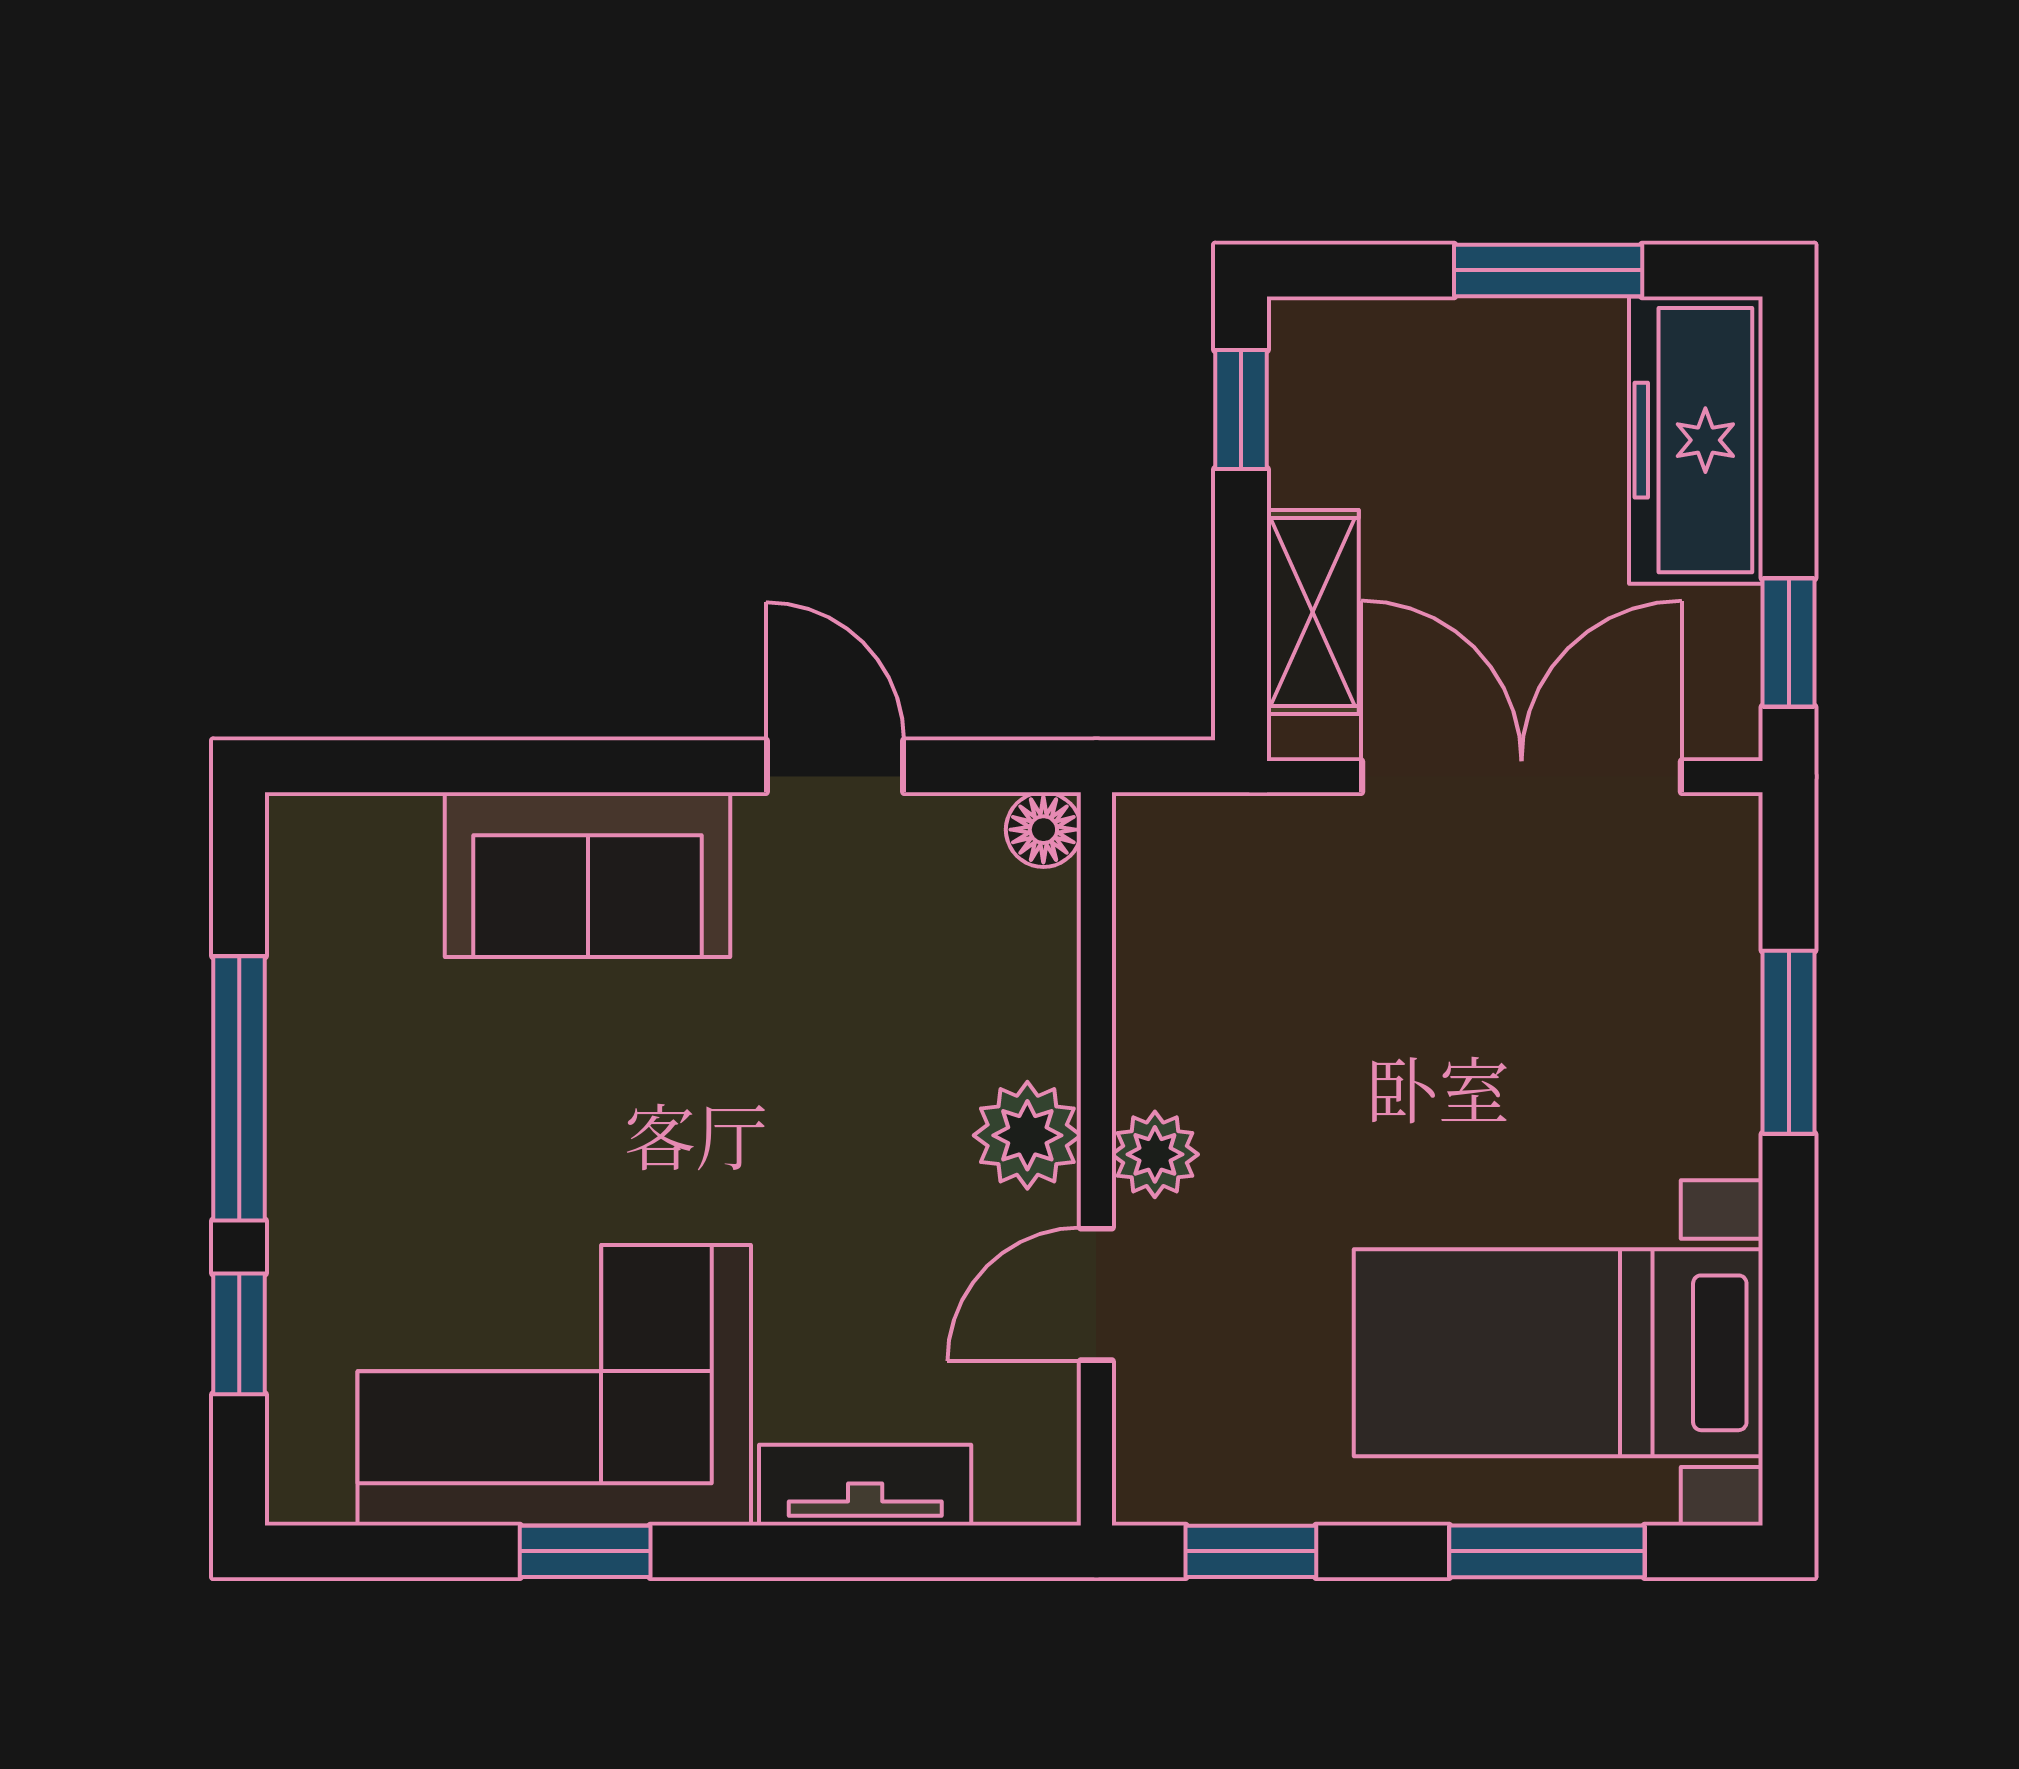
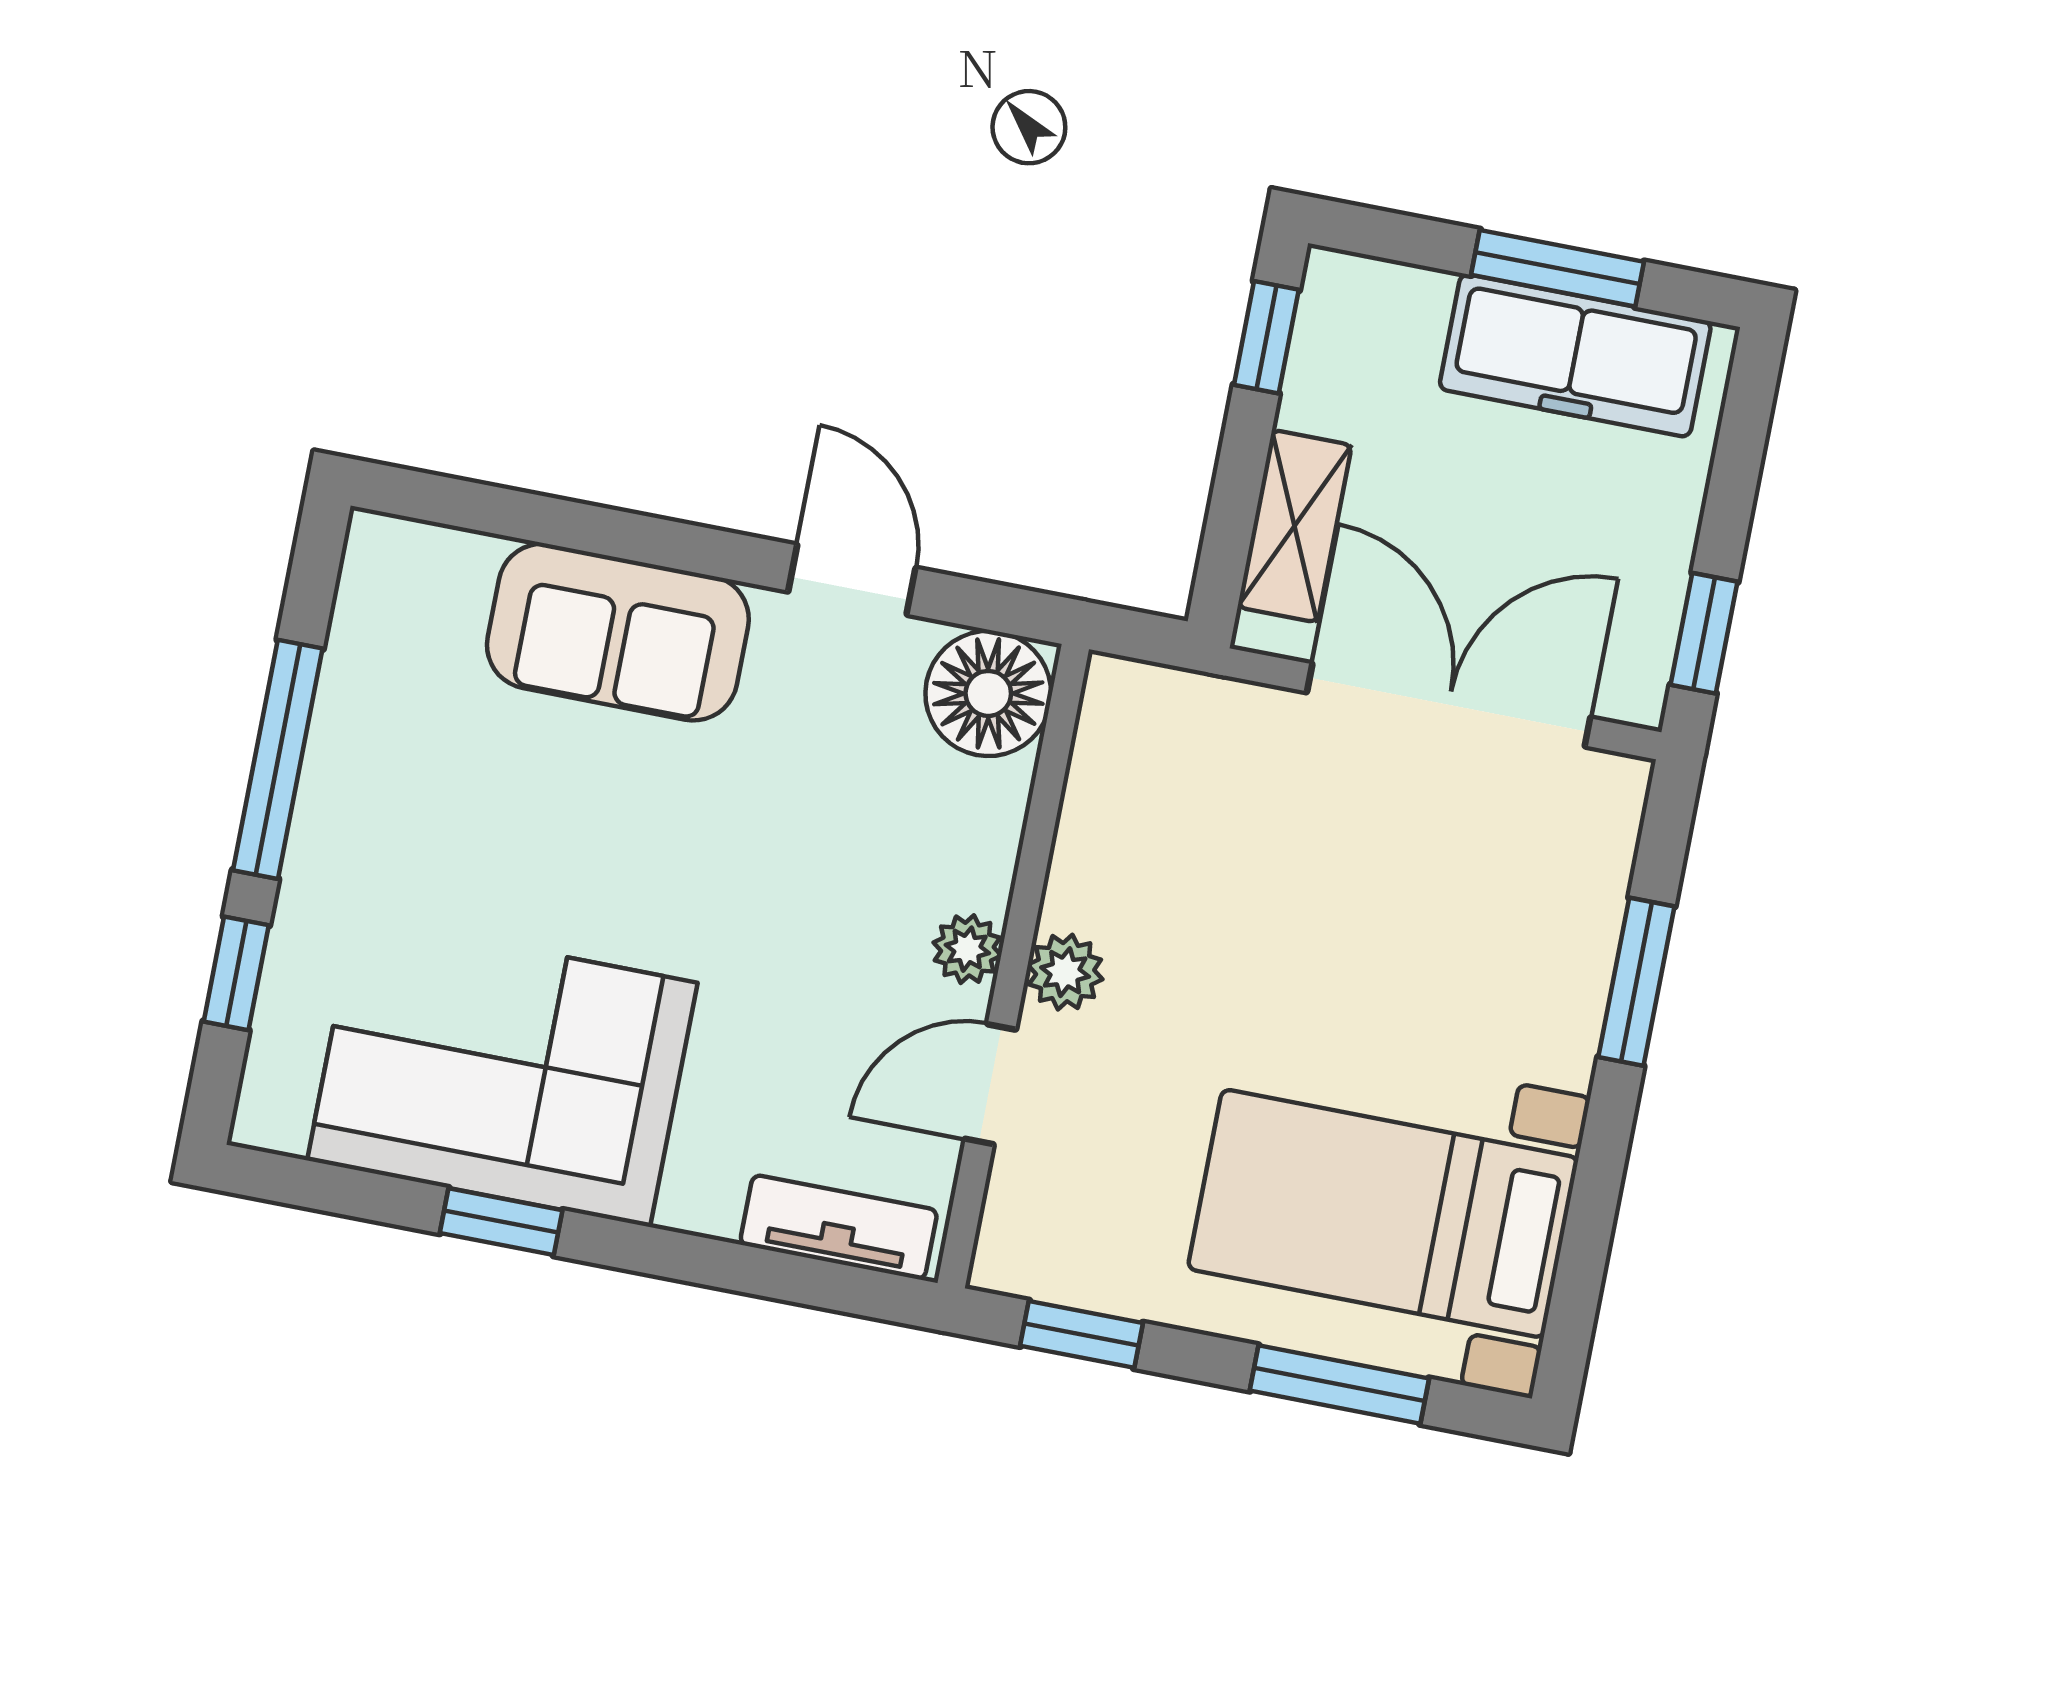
freezer: (1696, 440) -> (1575, 355), moved, turned -90
floor lamp: (1043, 830) -> (988, 693), width x1.89, depth x1.89
plant: (1027, 1135) -> (967, 949), width x0.73, depth x0.73
tv unit: (865, 1485) -> (839, 1227), moved

